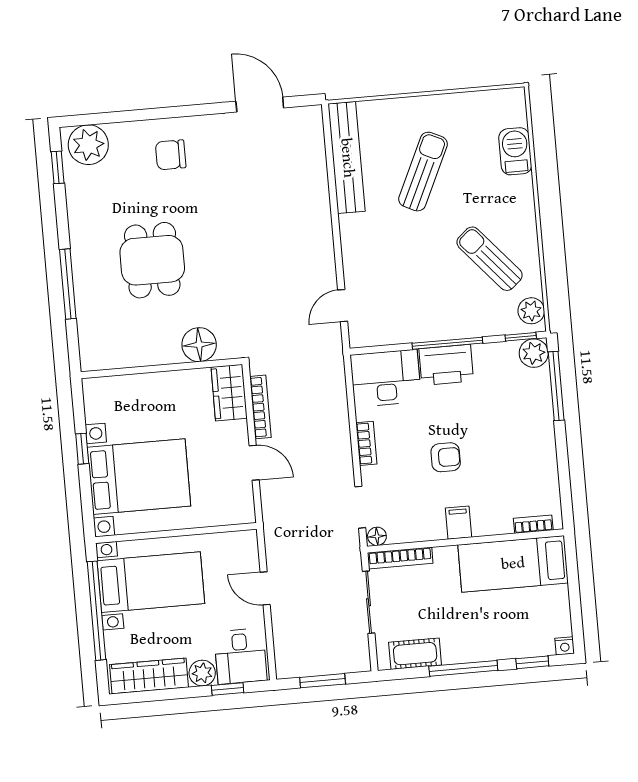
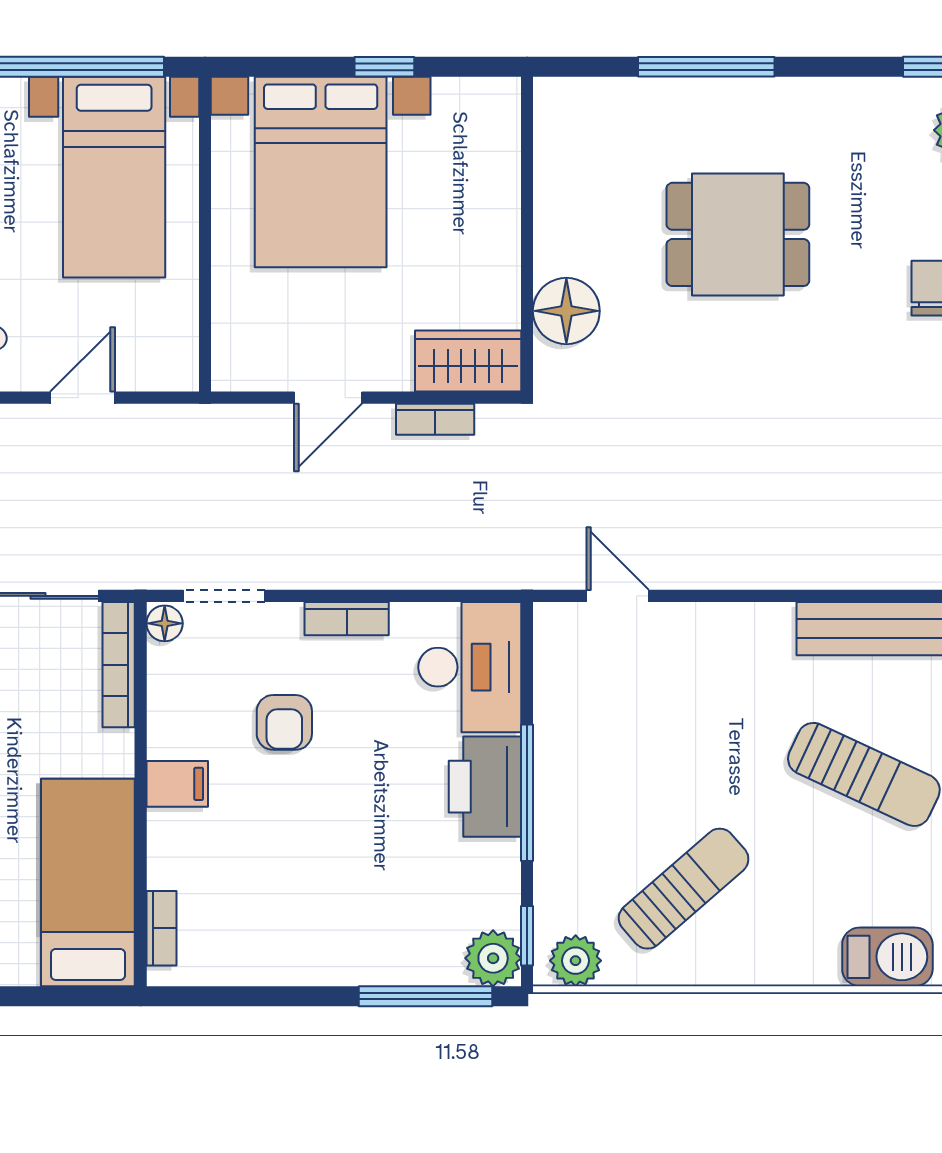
bookcase: (260, 407) -> (435, 419), width x0.64
armchair: (446, 457) -> (284, 722), moved

